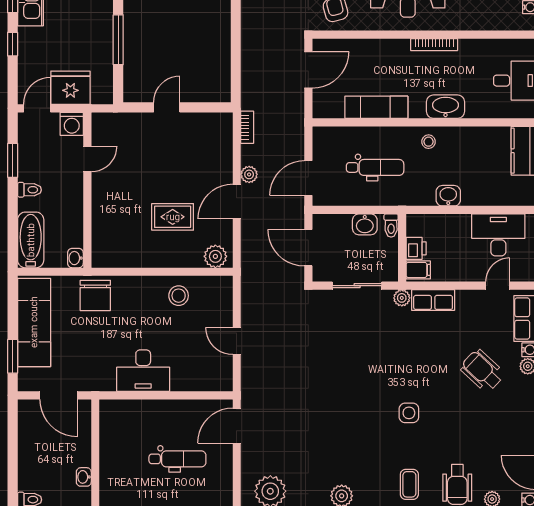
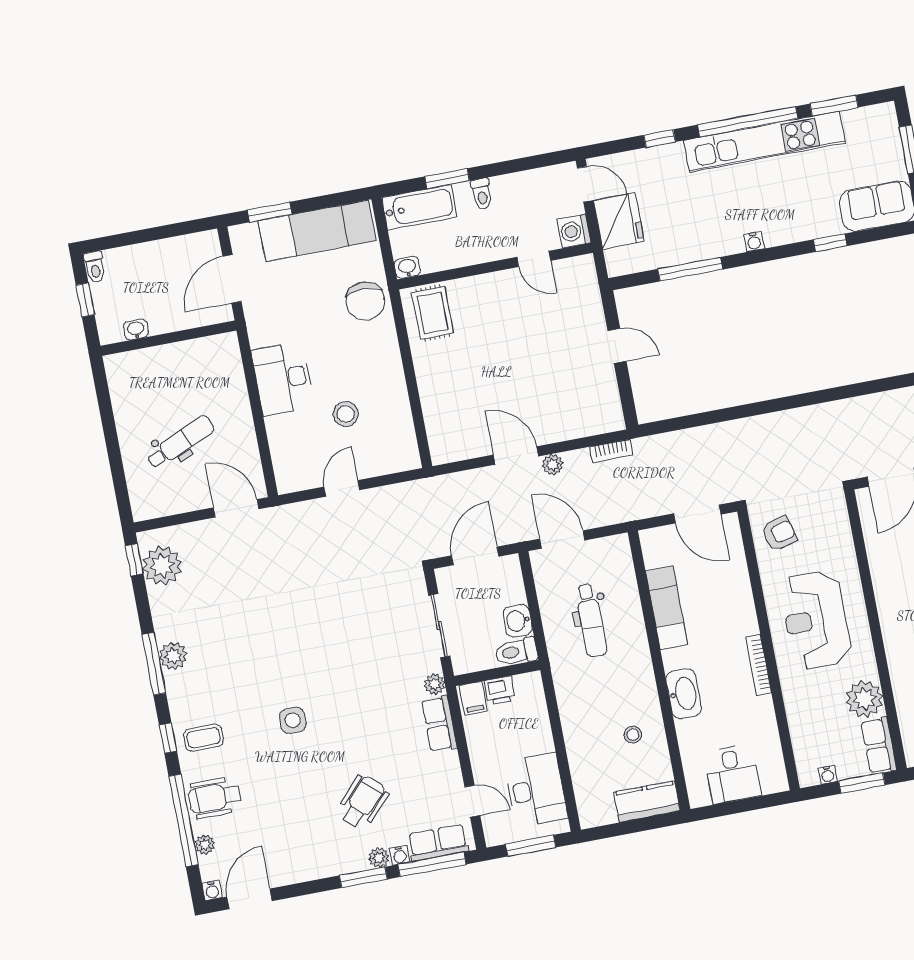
stool: (428, 142) -> (633, 735), moved
window: (13, 160) -> (447, 179), moved
washbasin: (448, 196) -> (573, 718), removed
rug: (173, 217) -> (433, 313), moved
toilet: (391, 226) -> (516, 652), width x1.37, depth x1.39
plant: (215, 256) -> (442, 442), removed
chair: (95, 295) -> (365, 301), turned -90
stool: (179, 296) -> (346, 414), moved
dental chair: (177, 459) -> (181, 442), turned -114

